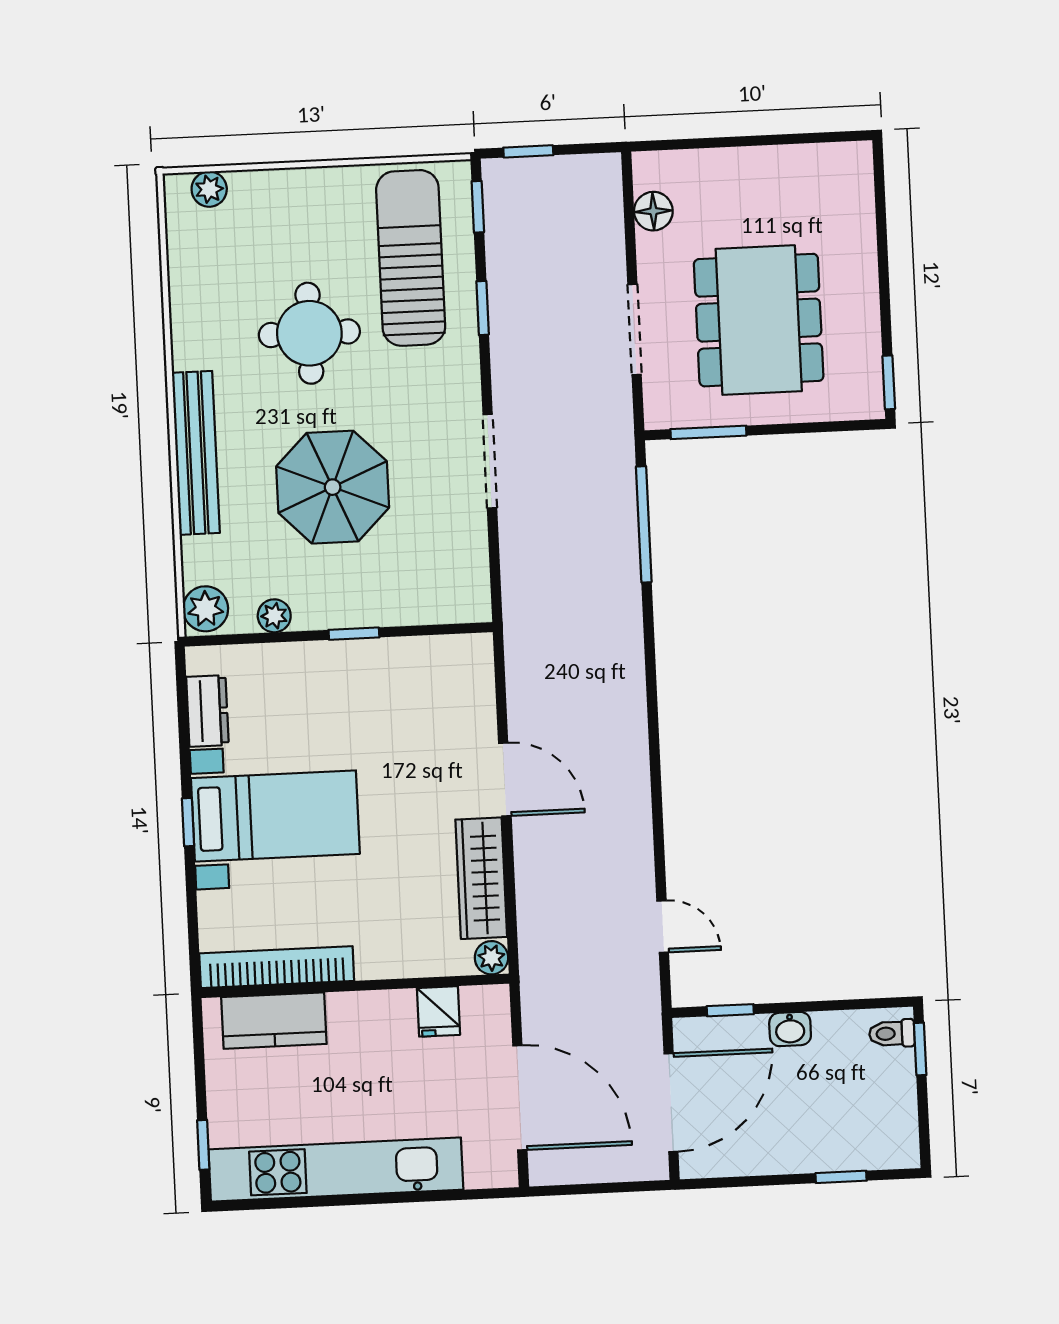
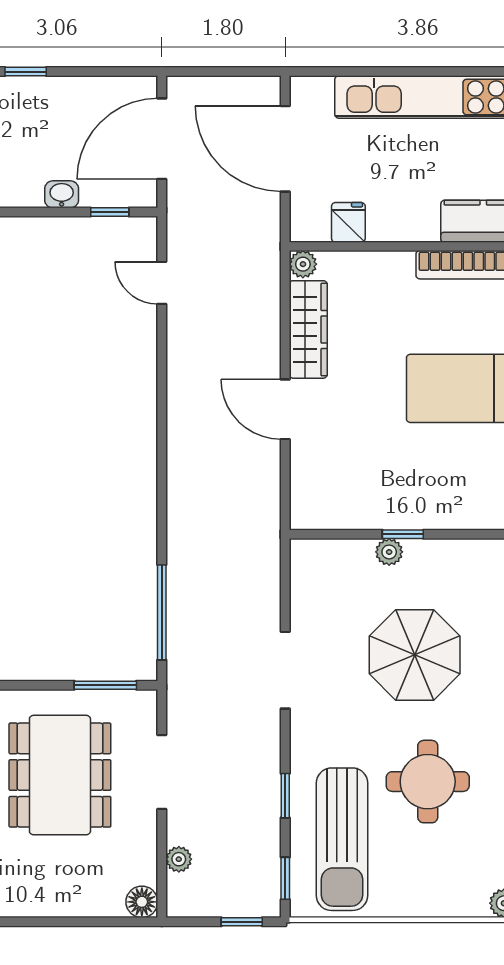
floor lamp: (653, 211) -> (142, 902), moved
plant: (609, 224) -> (179, 859), added
plant: (274, 616) -> (389, 552), moved

